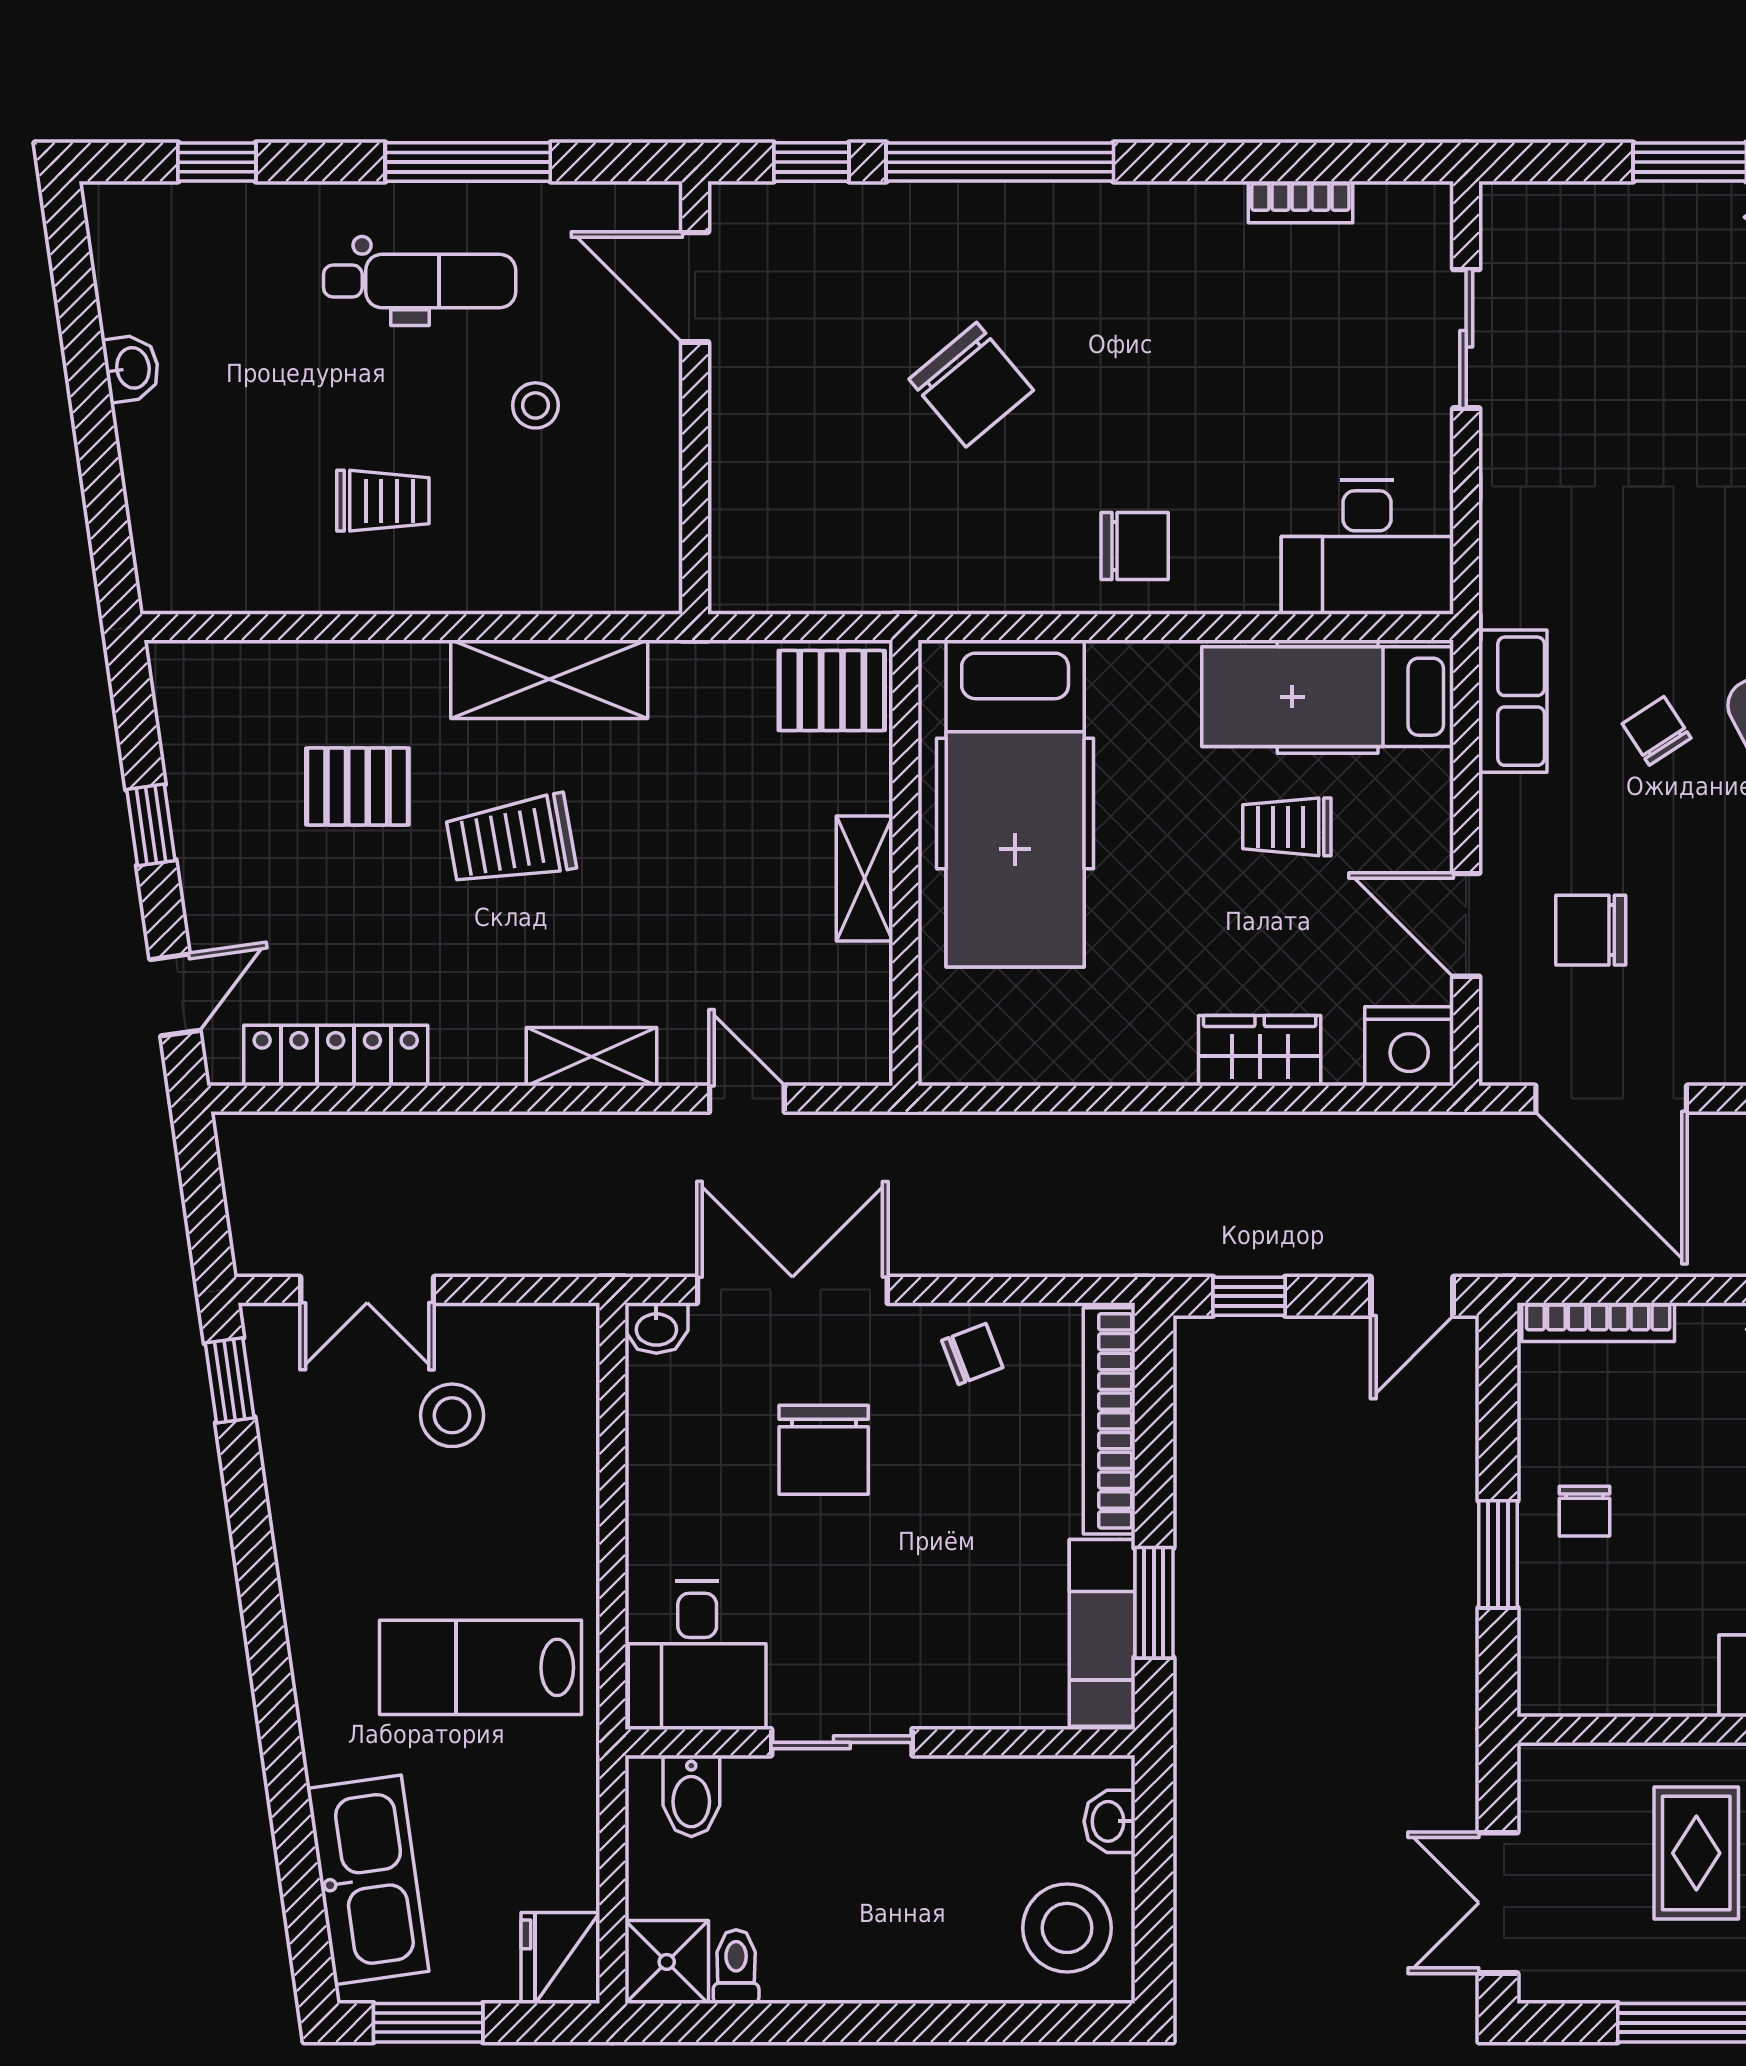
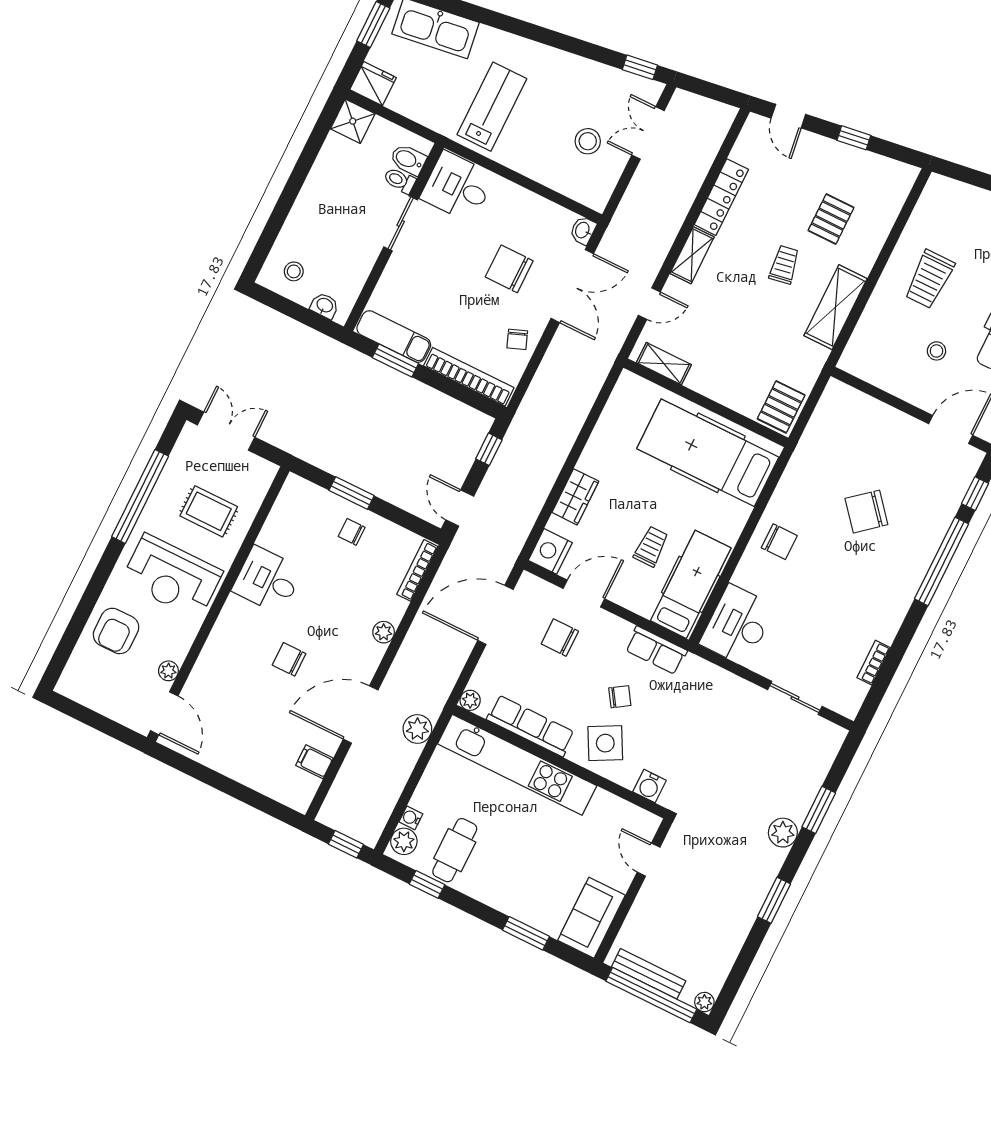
trolley: (383, 501) -> (929, 279), width x1.36, depth x1.39
chair: (1135, 546) -> (779, 542), turned -90
trolley: (511, 840) -> (784, 265), width x0.73, depth x0.72
shelving: (864, 878) -> (664, 364), moved
chair: (1591, 930) -> (560, 638), turned -90
locker: (336, 1056) -> (721, 197), moved
stool: (1067, 1928) -> (294, 271), width x0.53, depth x0.53
toilet: (736, 1967) -> (400, 180), moved, turned 180

